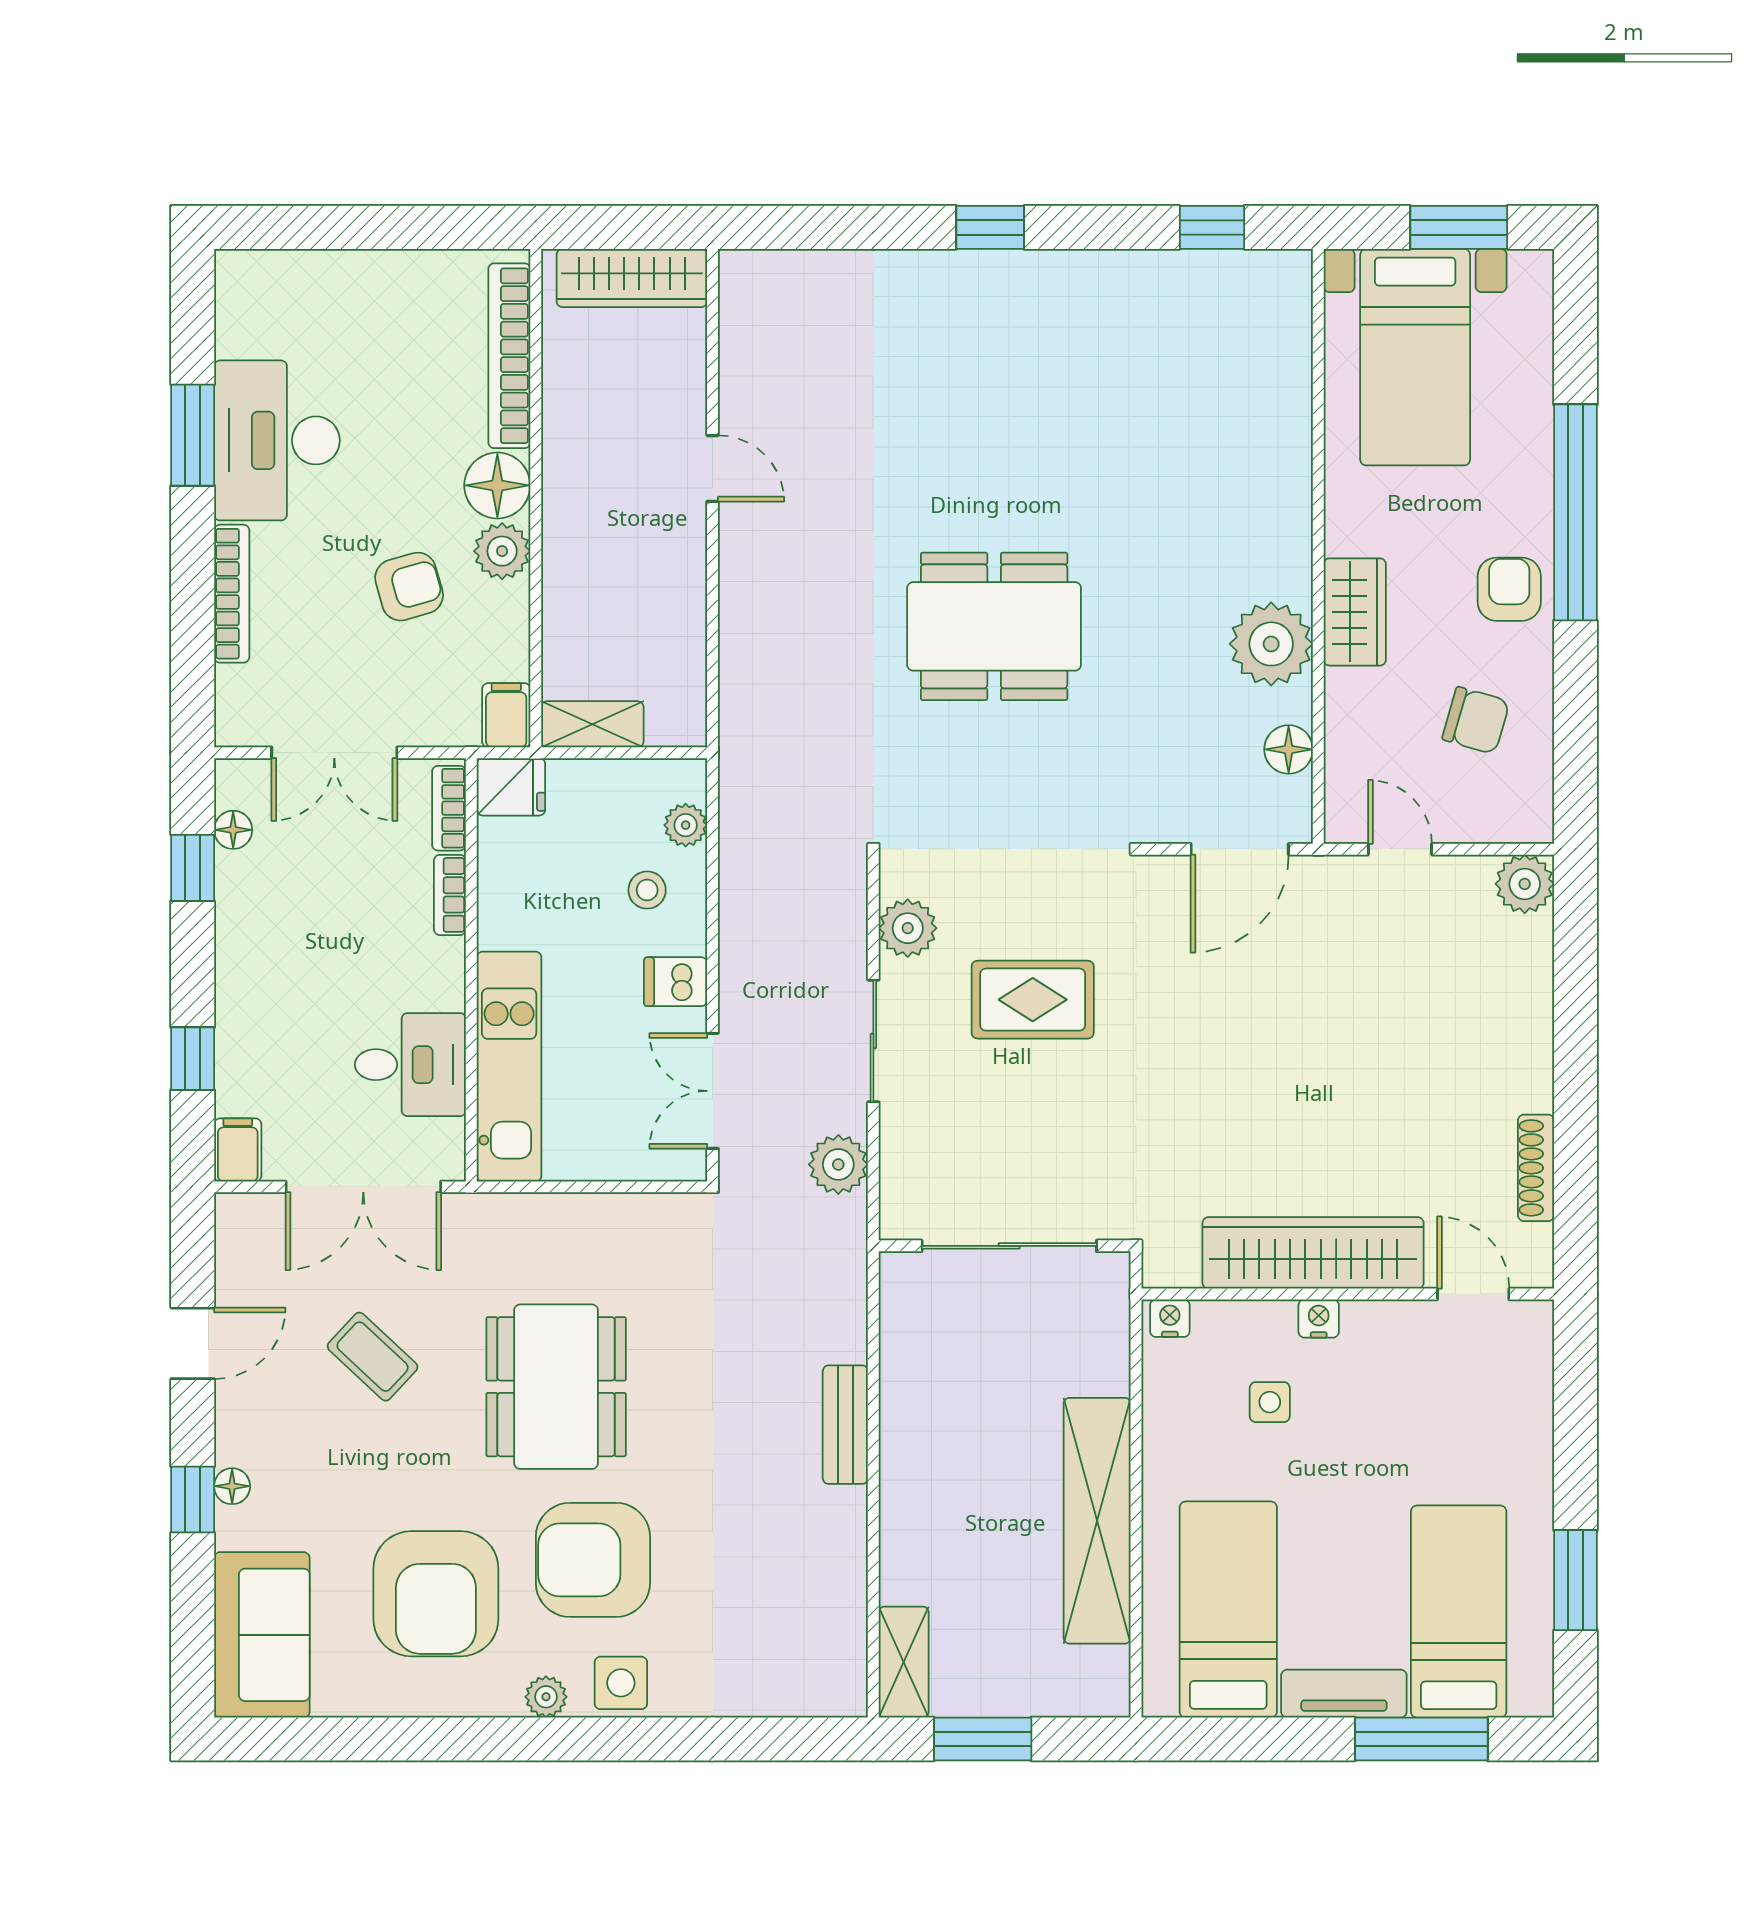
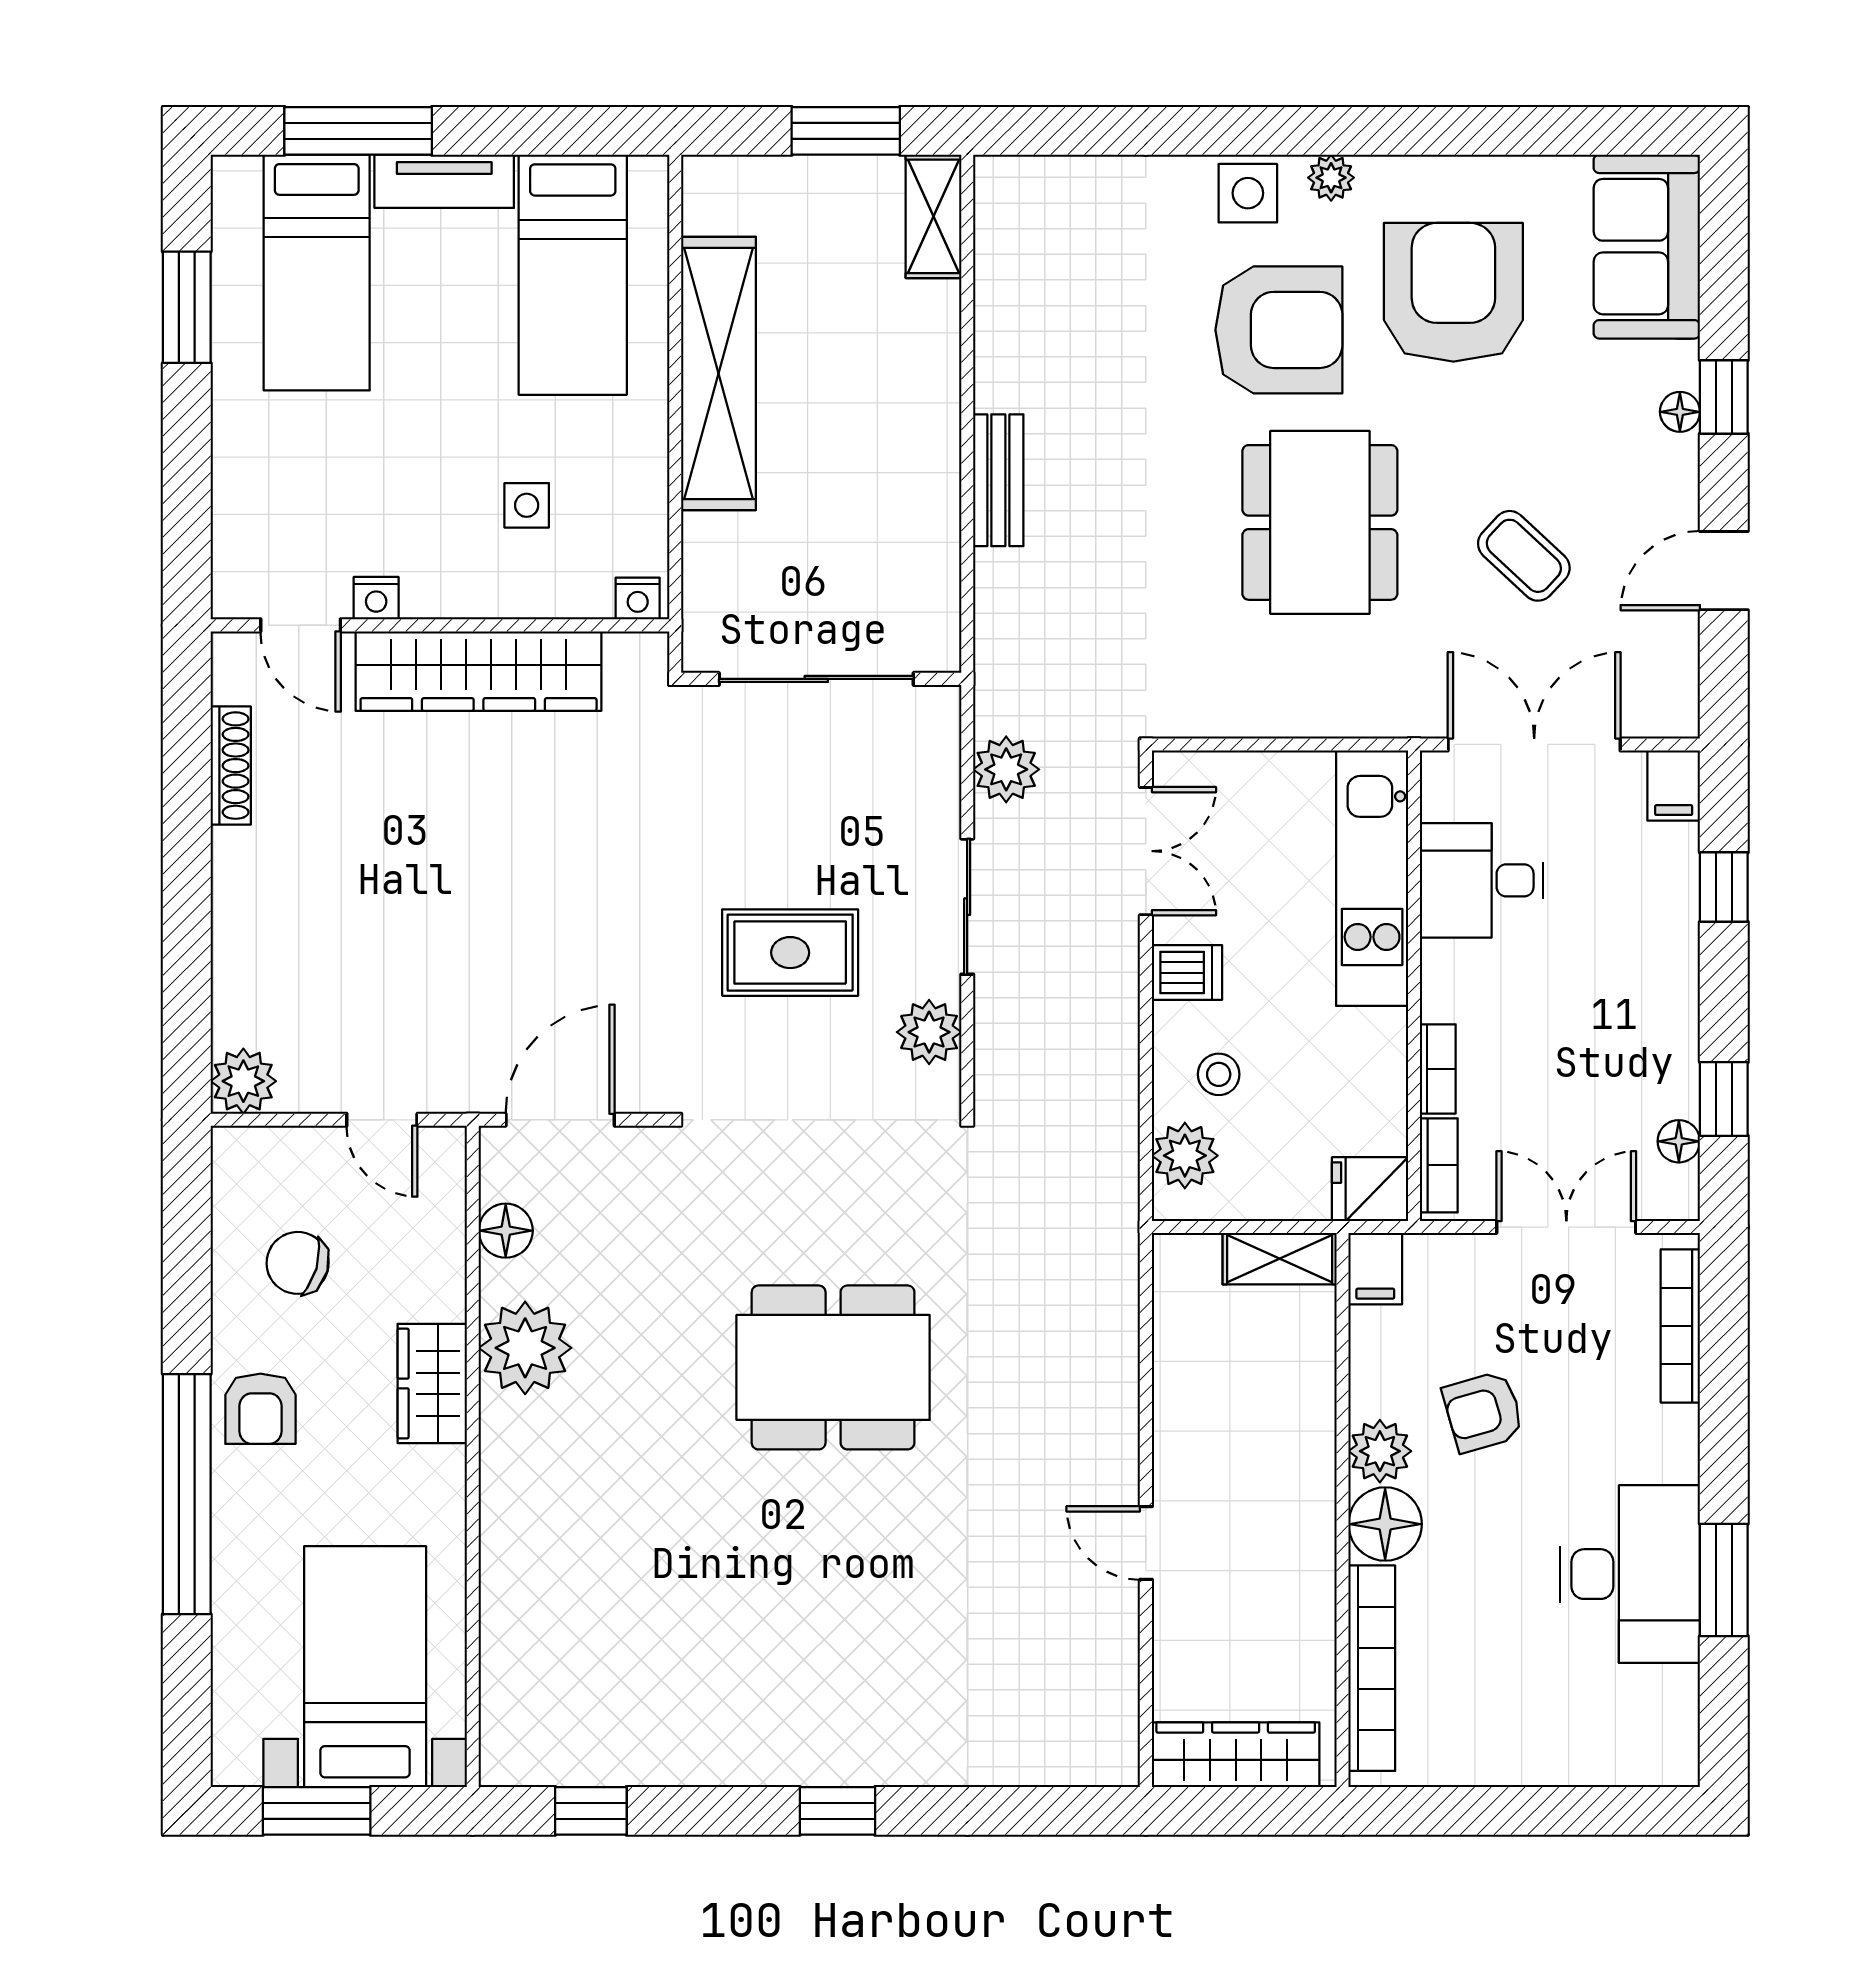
bookcase: (232, 594) -> (1680, 1326), moved
plant: (686, 825) -> (1185, 1156), width x1.38, depth x1.38
nightstand: (1319, 1319) -> (376, 598), moved

